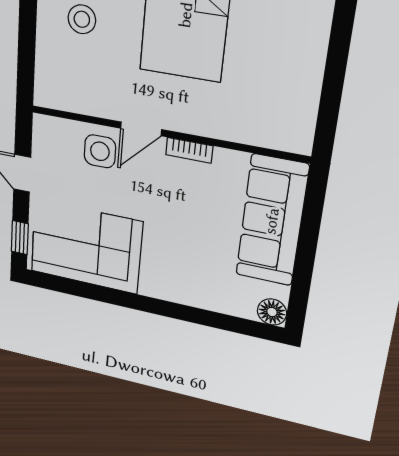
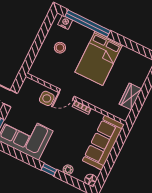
wardrobe: (302, 89) -> (130, 97), added
plant: (211, 300) -> (68, 170), added
window: (168, 309) -> (49, 170), added

